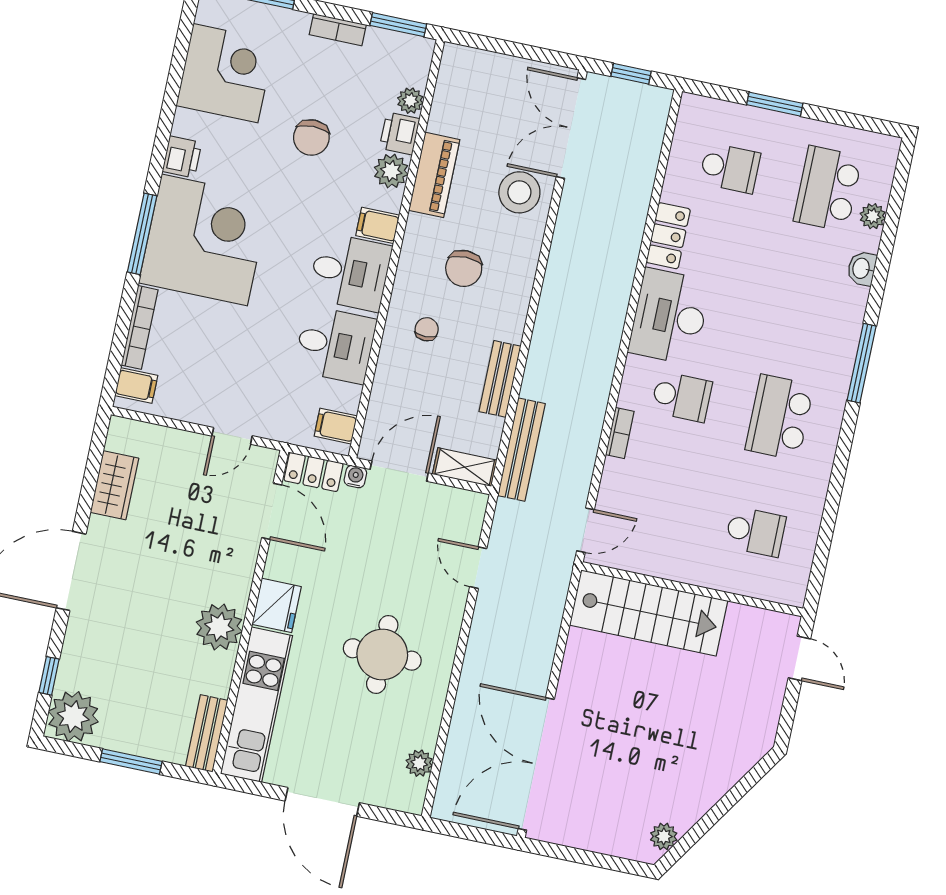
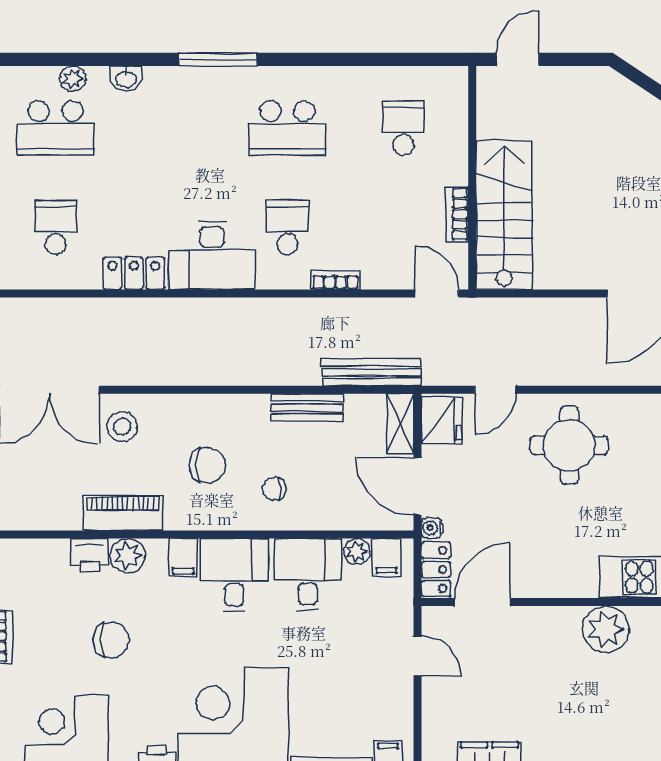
plant: (410, 101) -> (357, 551), moved
stool: (519, 192) -> (122, 427), width x0.73, depth x0.73
bookcase: (659, 567) -> (457, 214), added
fridge: (277, 605) -> (442, 421), moved, turned 90
round table: (382, 654) -> (569, 445), moved

